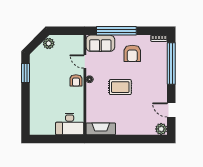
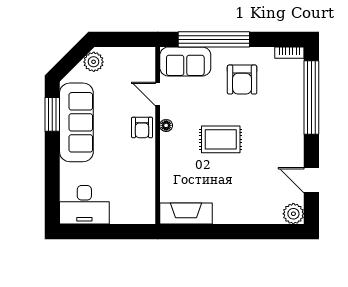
sofa: (39, 78) -> (76, 122), added
desk: (70, 124) -> (84, 205), moved

